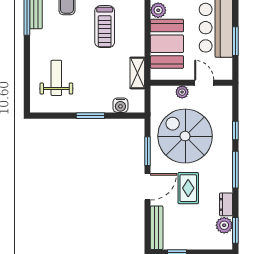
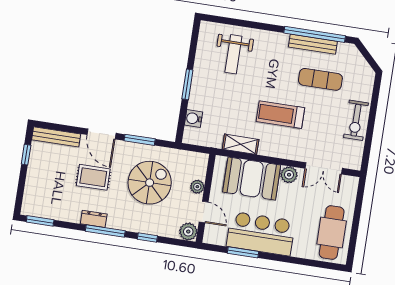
shelving: (137, 73) -> (241, 144), moved
weight bench: (56, 78) -> (233, 54), turned 90
door: (204, 83) -> (204, 212), hinge flipped
spiral stairs: (185, 136) -> (150, 183), width x0.73, depth x0.73
dresser: (226, 204) -> (94, 219), moved
plant: (224, 225) -> (188, 232), moved

